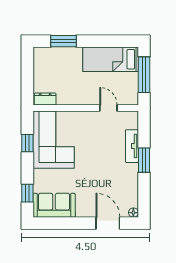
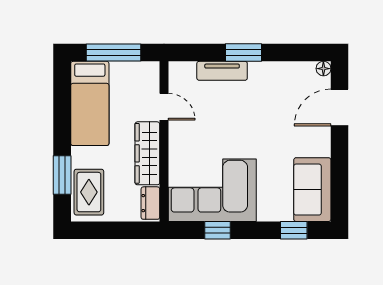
rug: (52, 59) -> (89, 192), added
wardrobe: (78, 97) -> (147, 153), added
door: (108, 108) -> (164, 107), swing flipped

